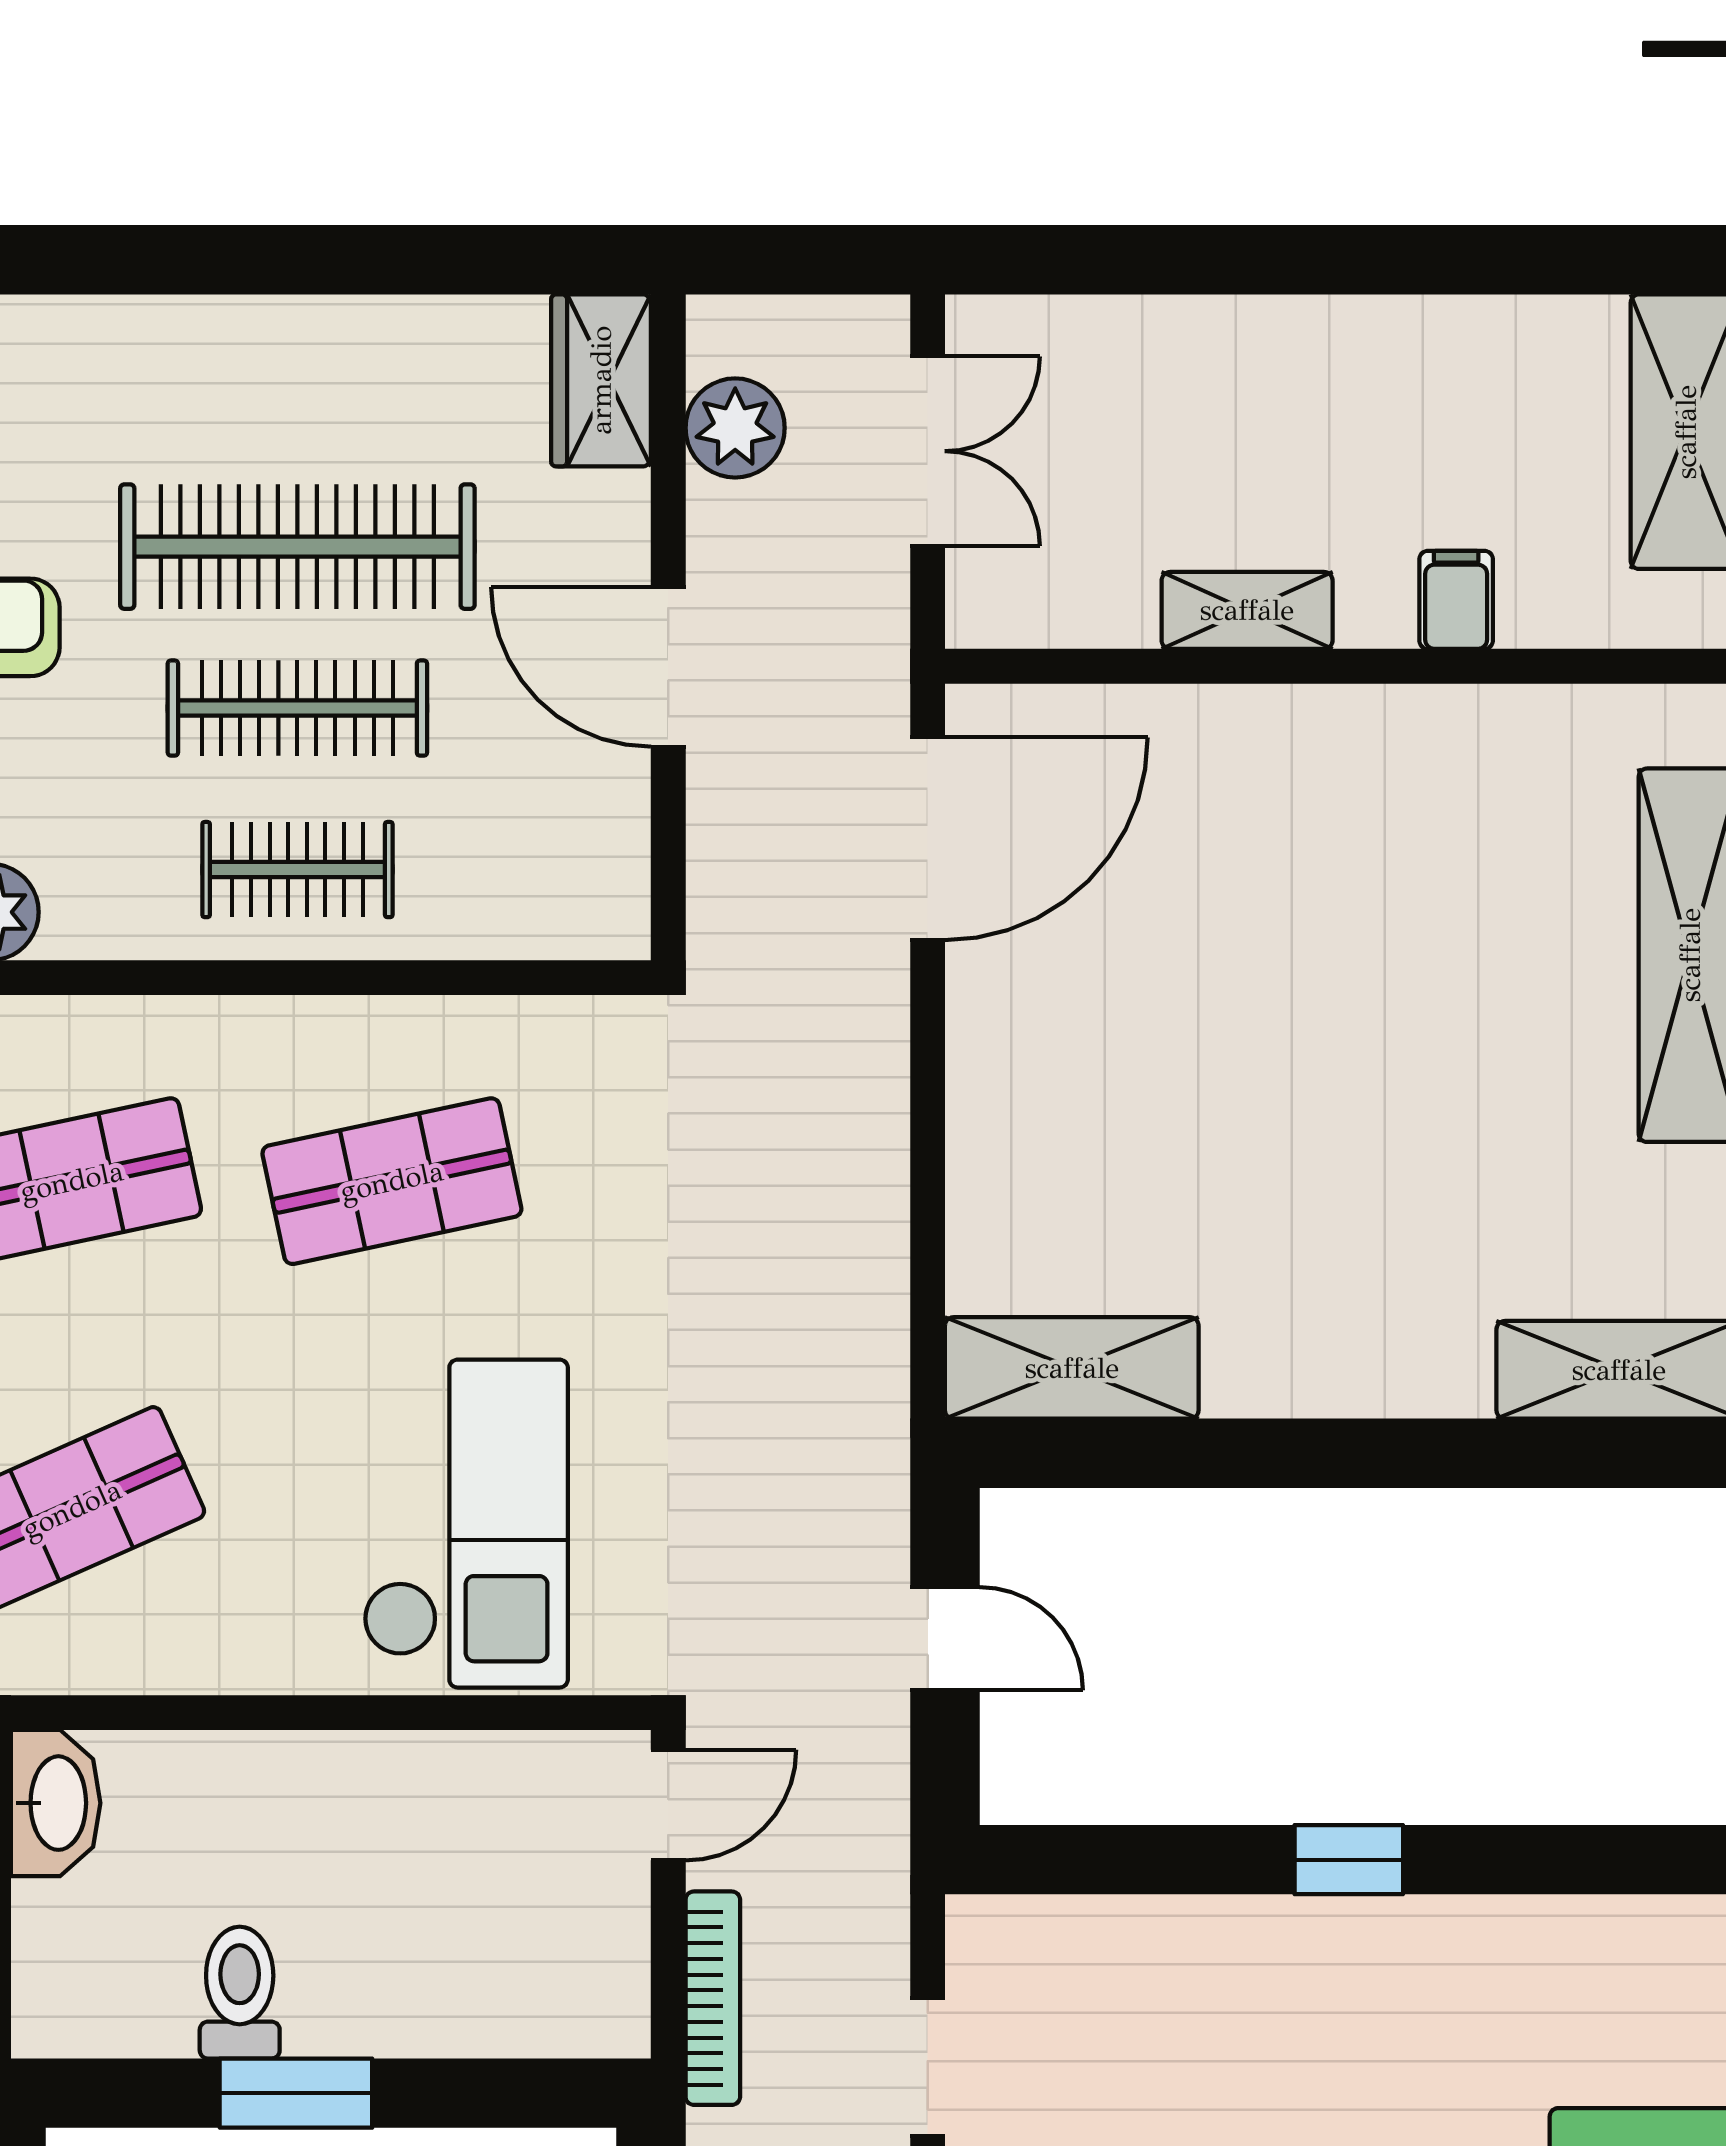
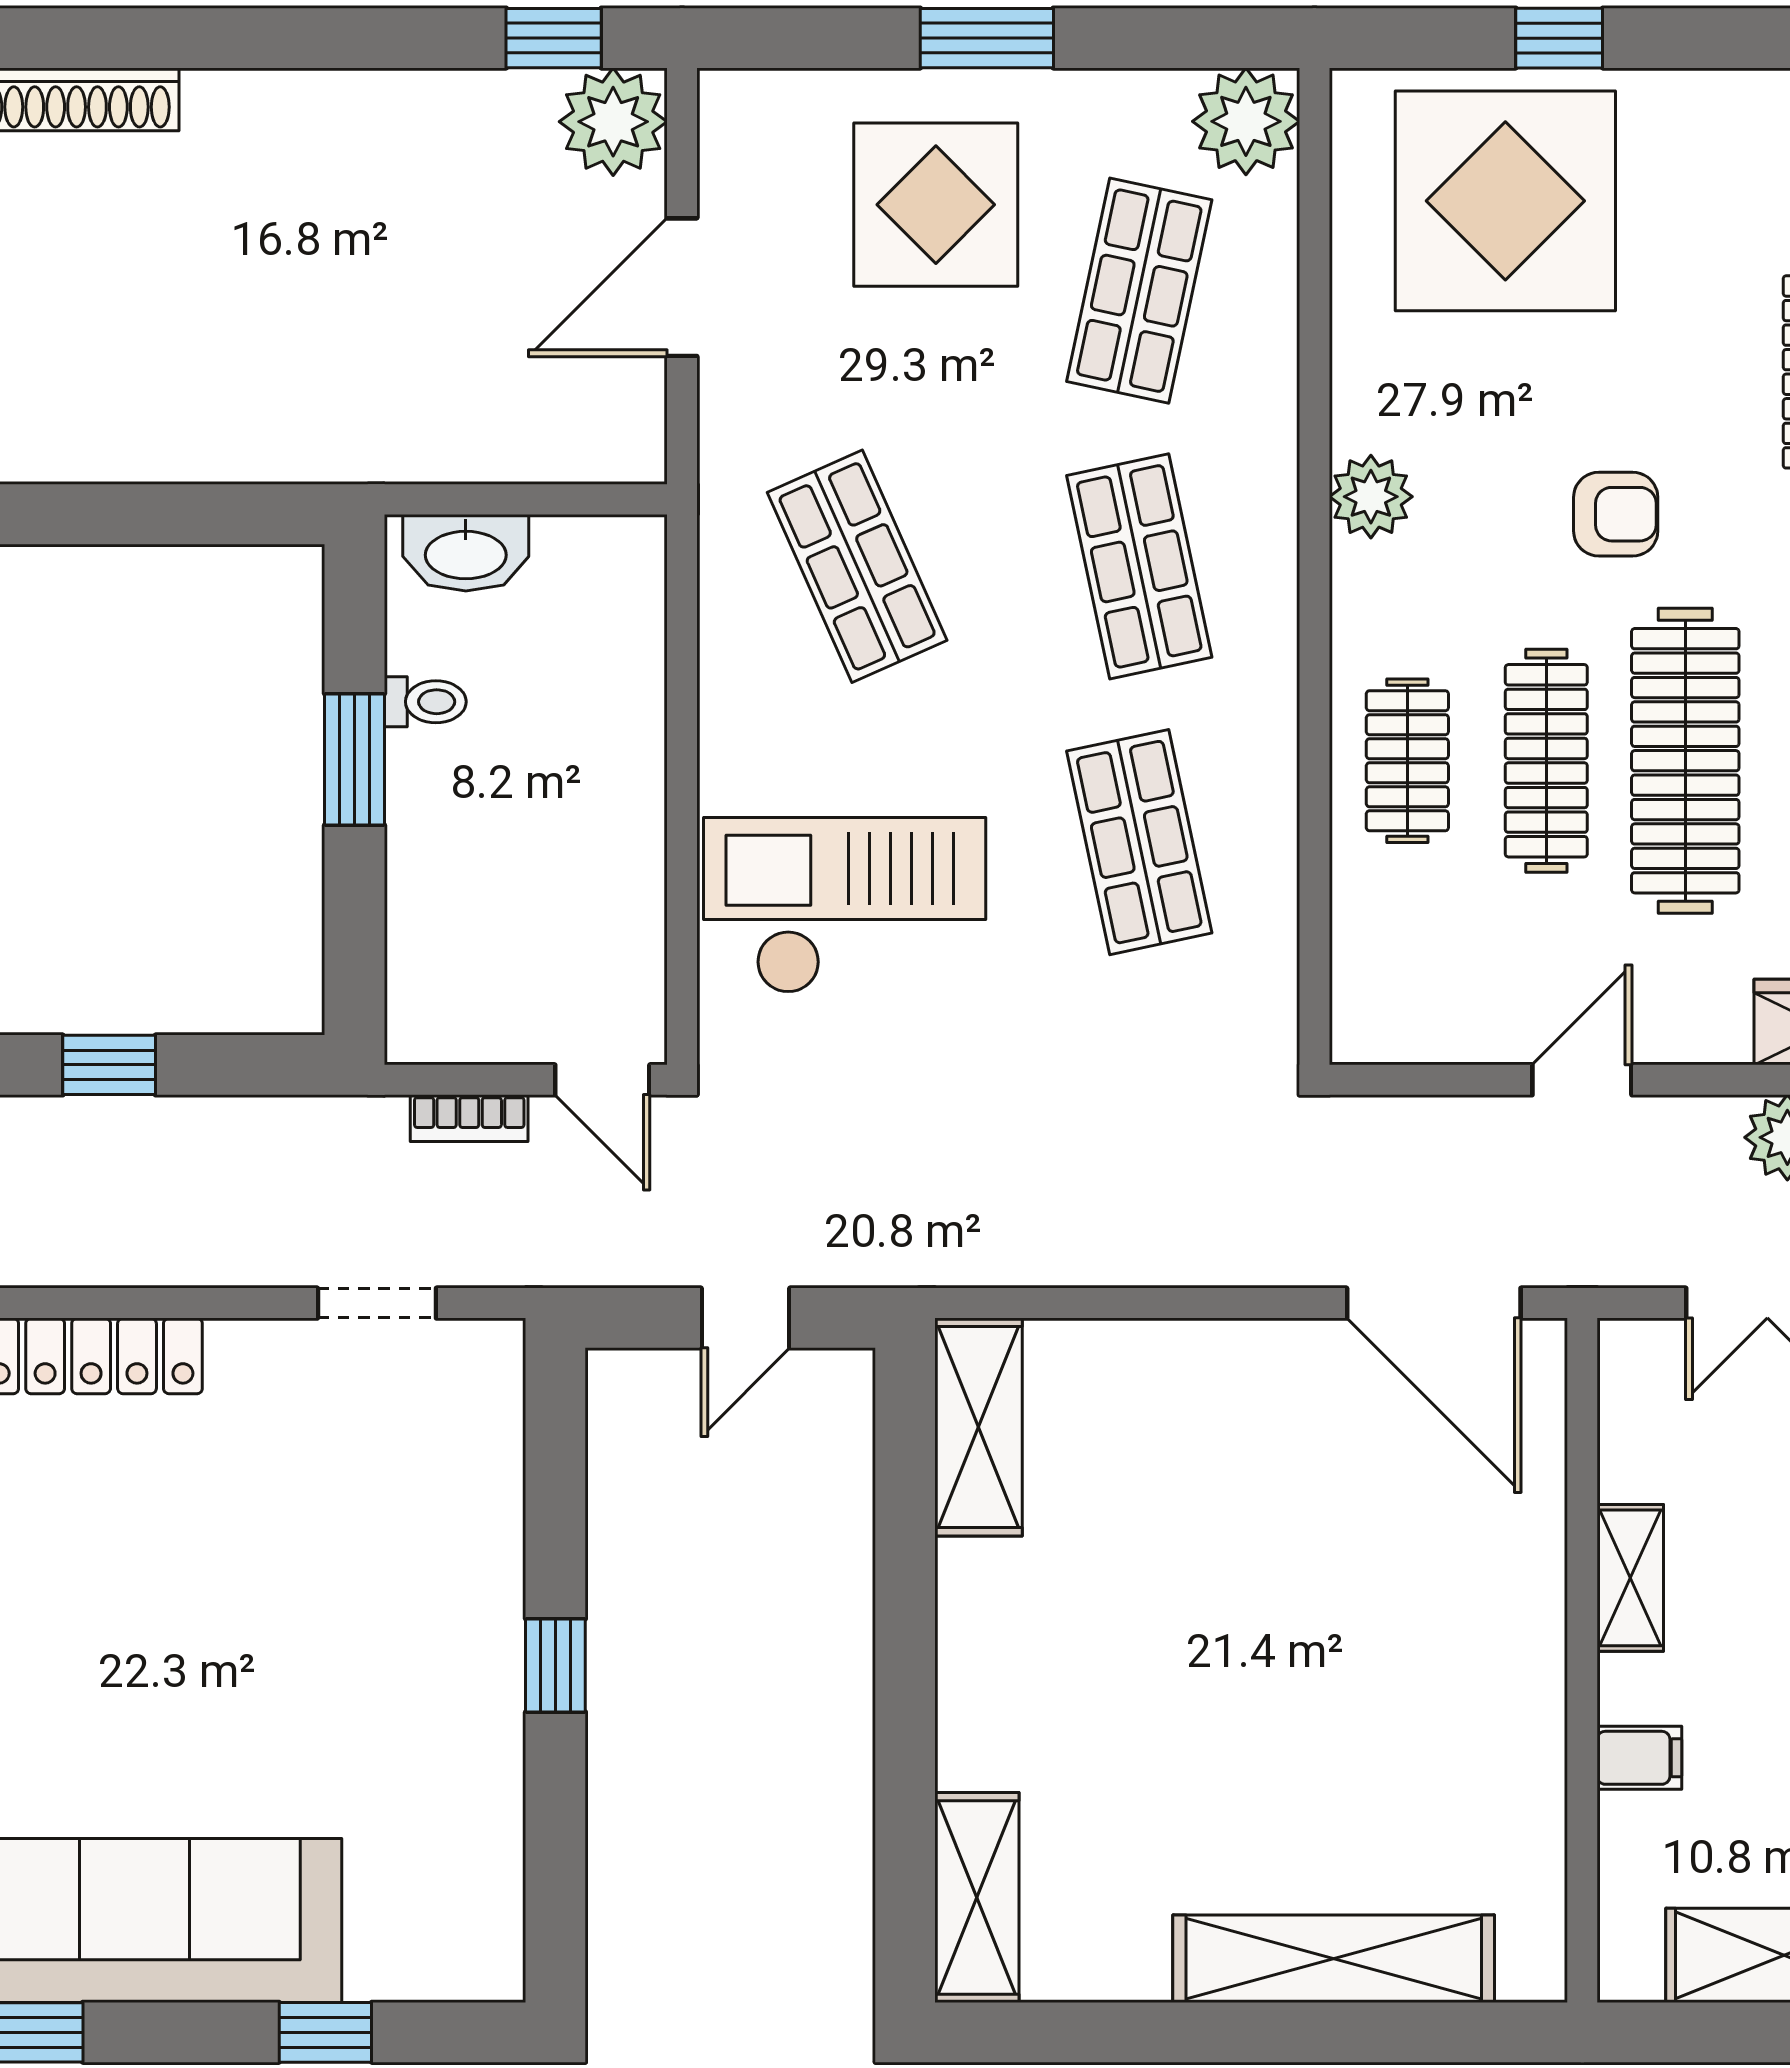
door: (668, 667) -> (1582, 1080), width x0.73
checkout: (466, 1524) -> (845, 905), turned 180
washbasin: (56, 1803) -> (466, 553), moved
toilet: (240, 1993) -> (425, 702), width x0.73, depth x0.72
bookcase: (713, 1998) -> (469, 1118), width x0.64

